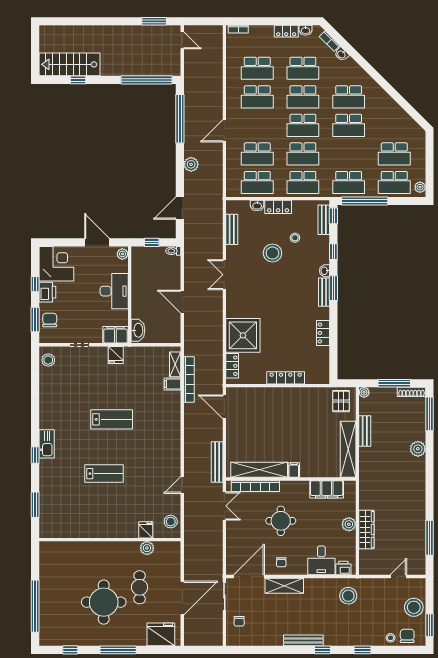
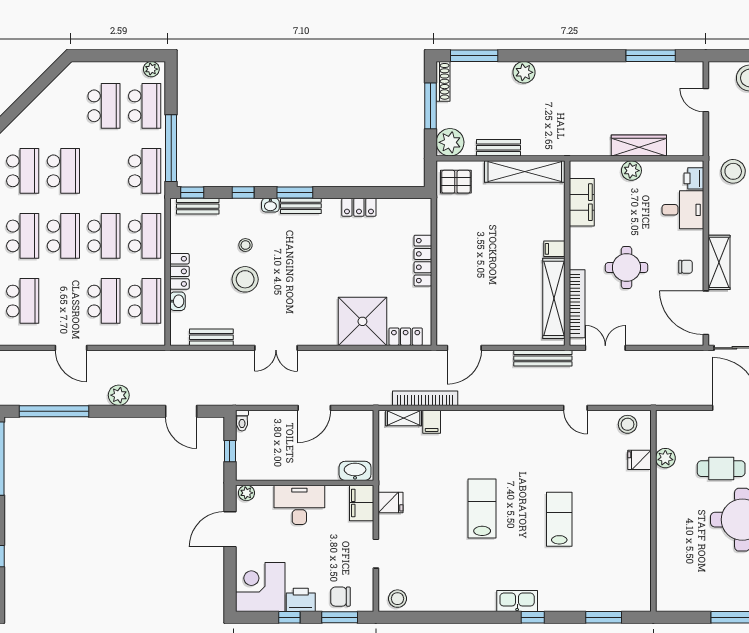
stool: (295, 238) -> (246, 245), moved
plant: (364, 392) -> (450, 142), width x1.87, depth x1.87

